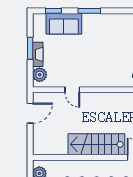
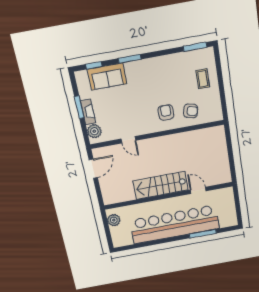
armchair: (115, 69) -> (166, 112), added

